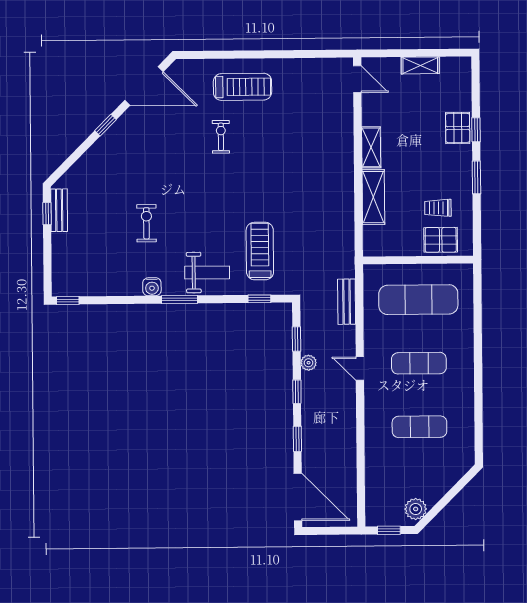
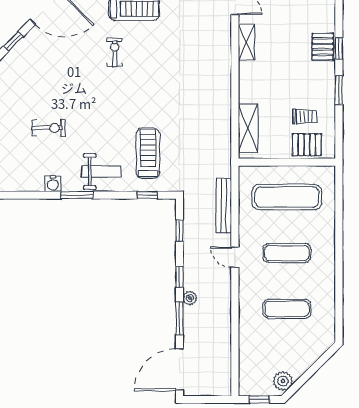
shelving: (371, 147) -> (247, 42), moved
shelving: (373, 197) -> (248, 128), moved
trolley: (438, 208) -> (305, 117), turned 180
exercise bike: (146, 223) -> (49, 128), turned 90
bench: (347, 302) -> (224, 206), width x1.36
plant: (309, 363) -> (190, 298), moved
window: (297, 439) -> (179, 318), width x1.50
door: (298, 497) -> (179, 370), swing flipped

